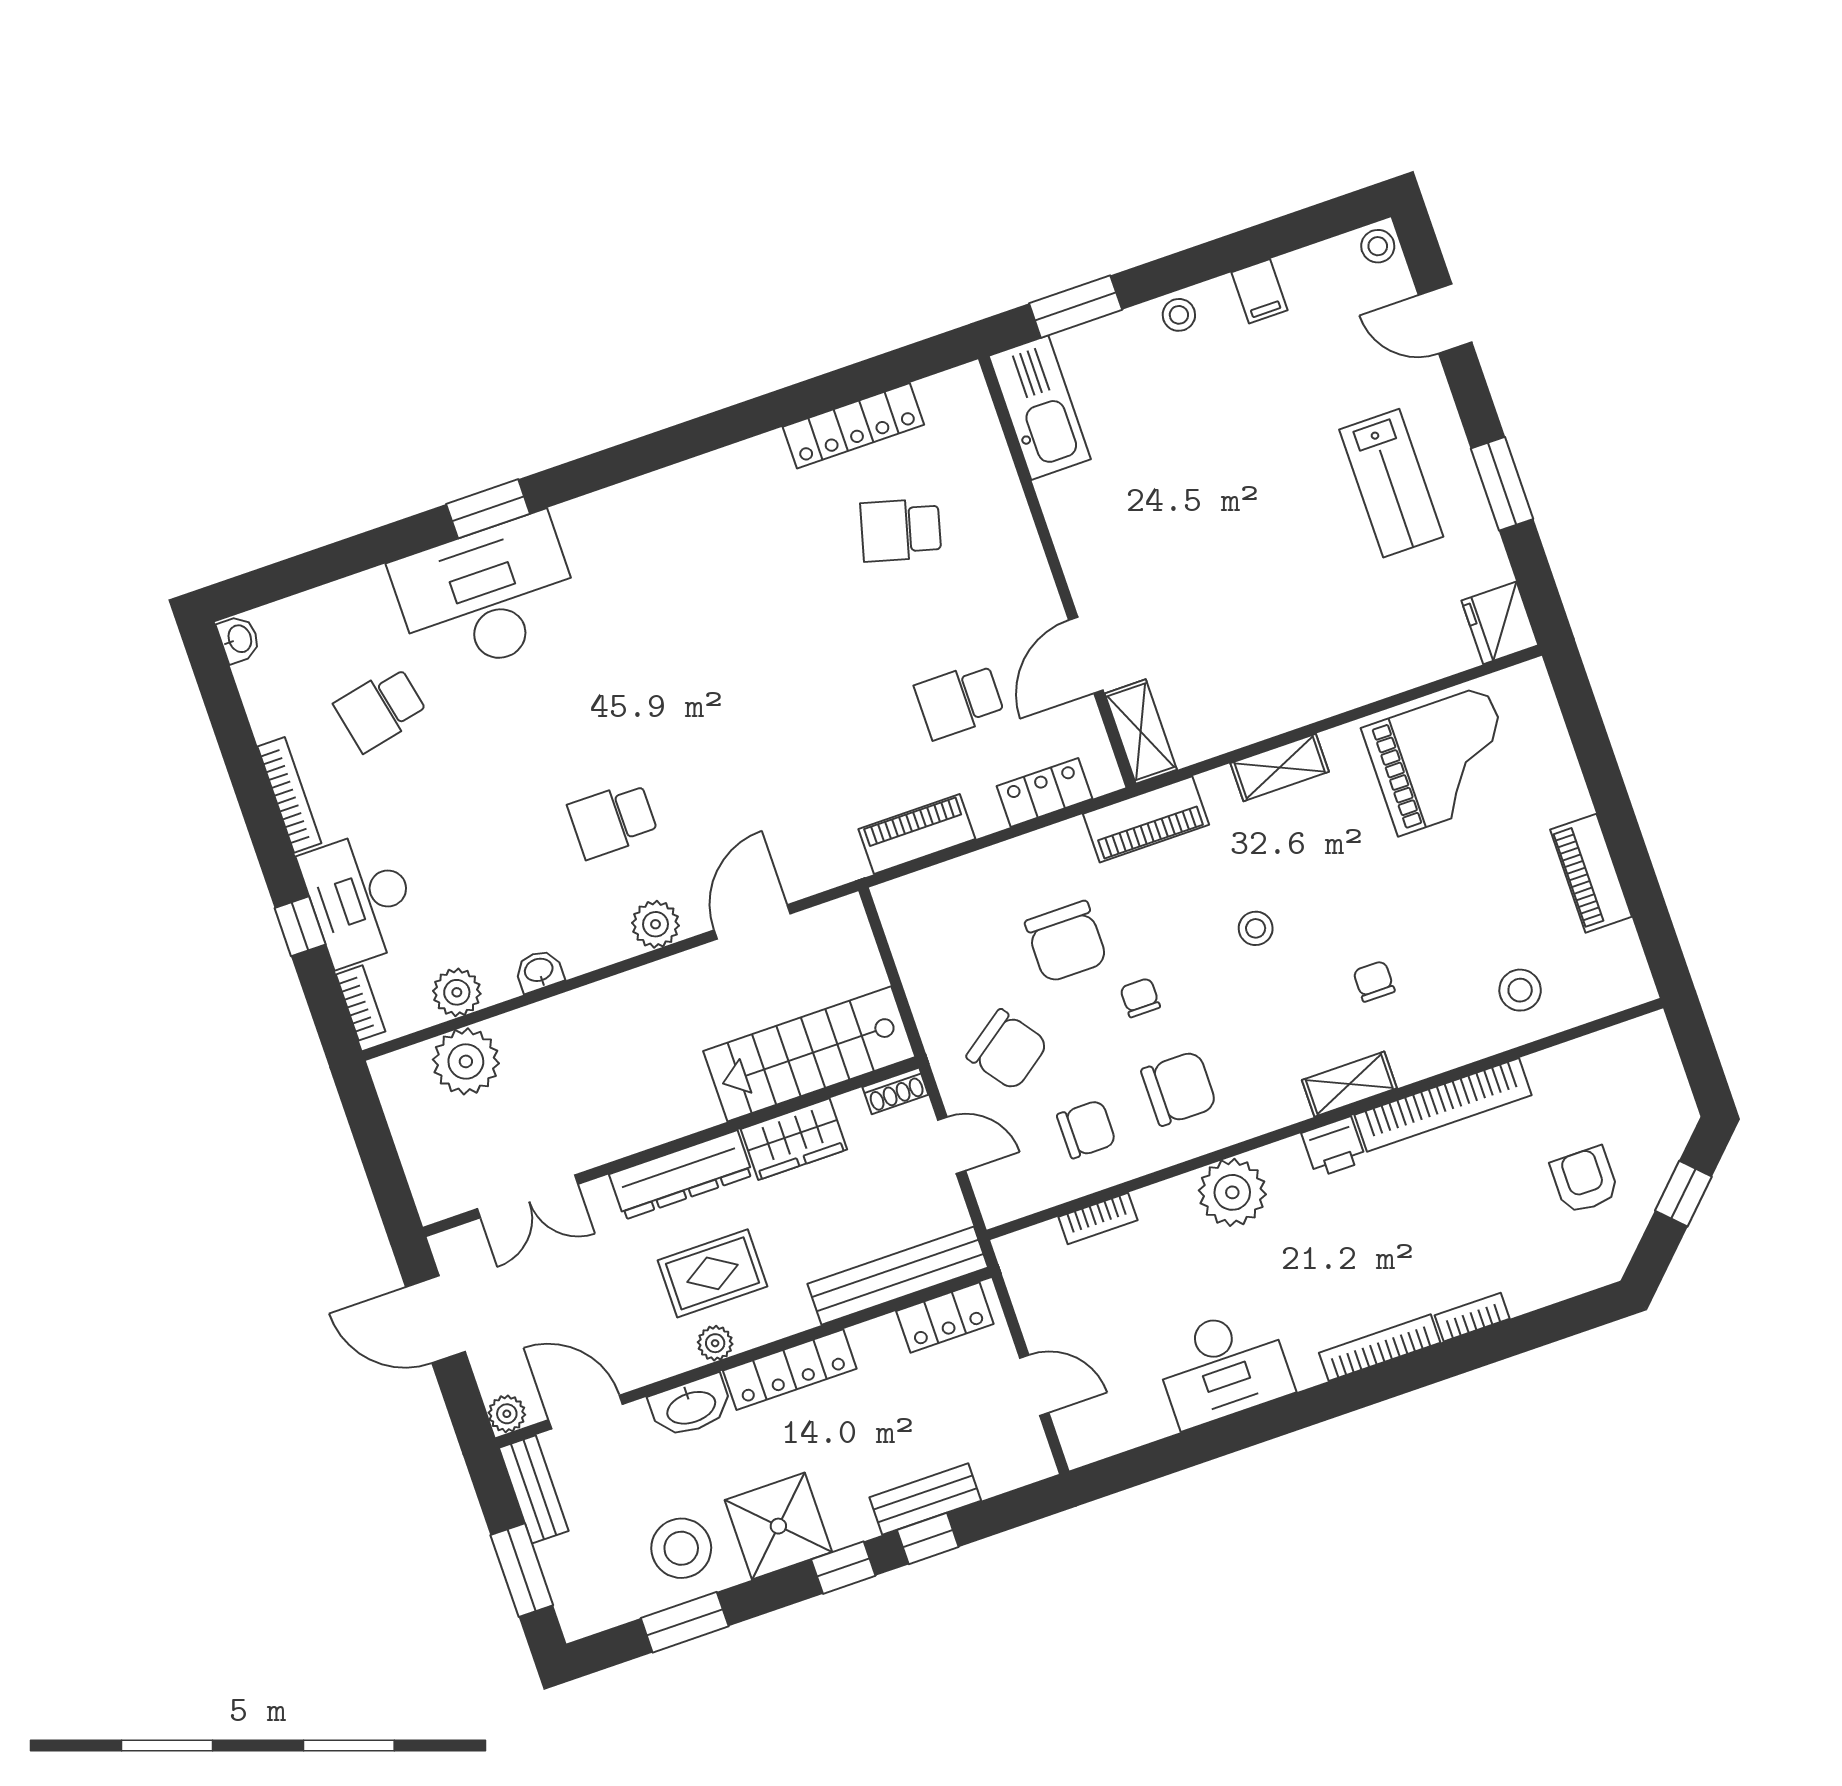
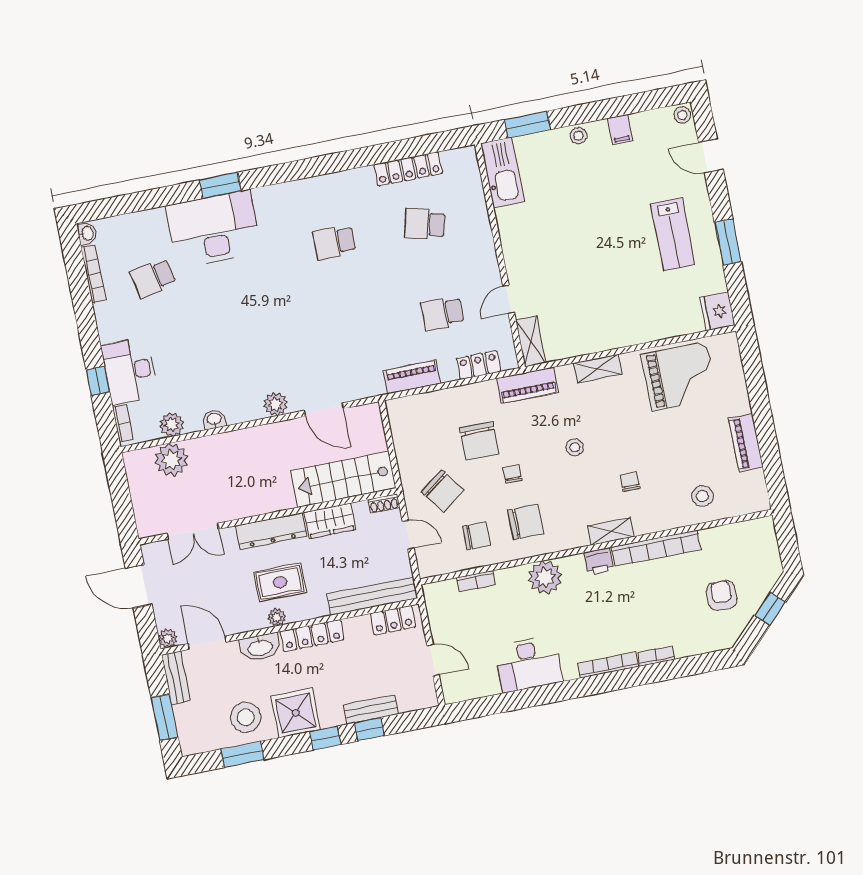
door: (1086, 655) -> (509, 299), width x0.73
bookcase: (289, 795) -> (93, 274), moved
school desk: (613, 820) -> (334, 242), moved
door: (752, 922) -> (324, 410), swing flipped

